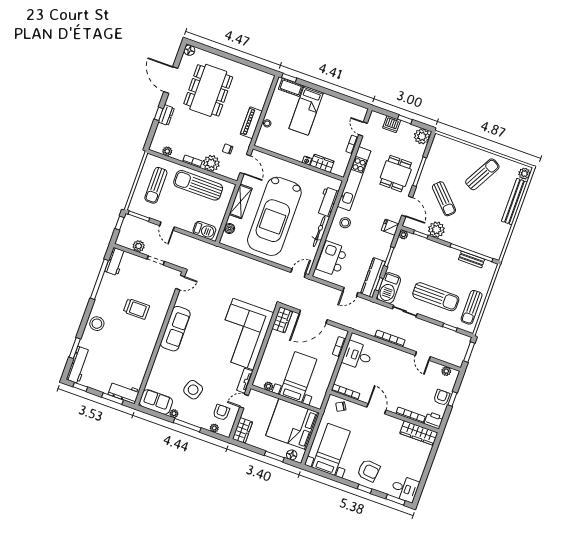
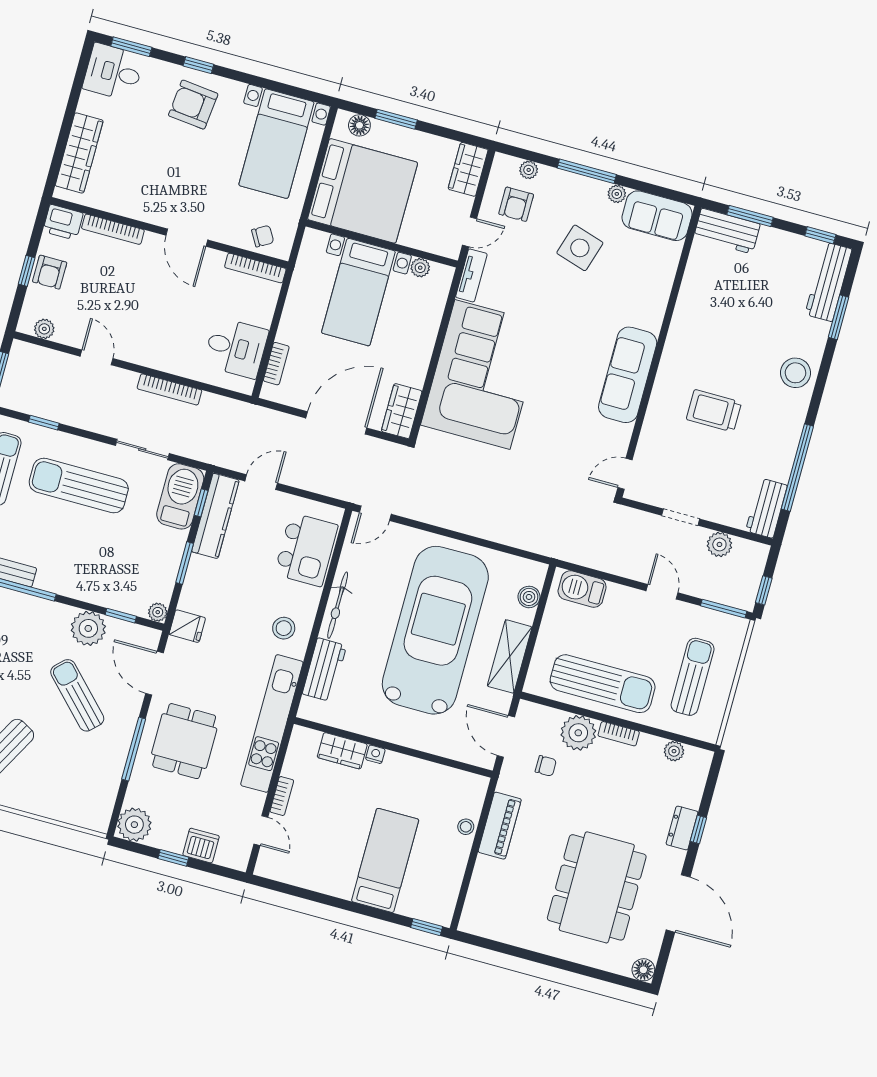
cot: (291, 87) -> (422, 907), removed
wardrobe: (419, 433) -> (79, 153), moved, turned 90

